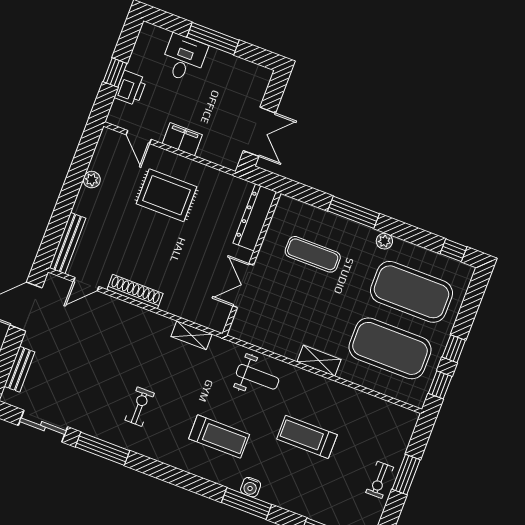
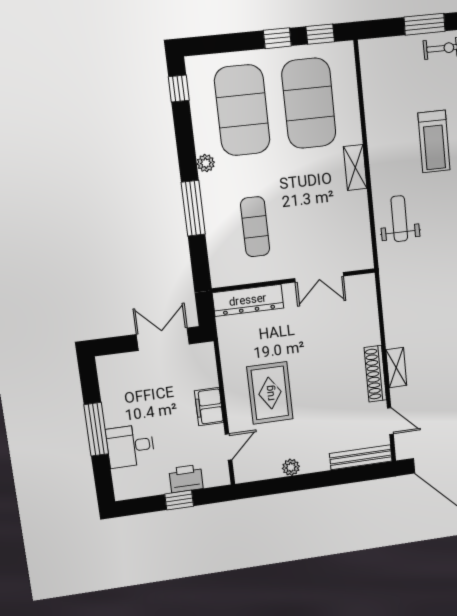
shelving: (192, 335) -> (396, 368), moved

